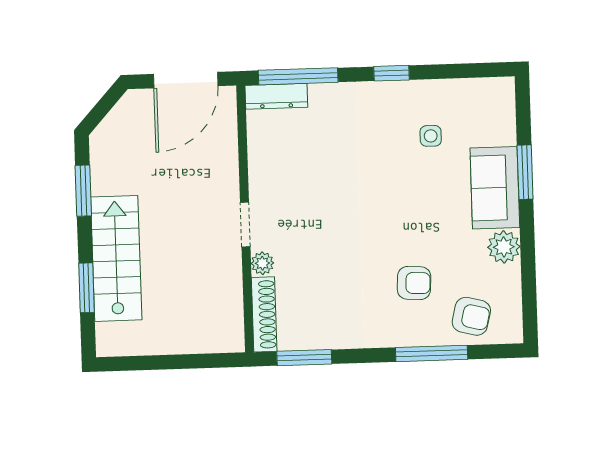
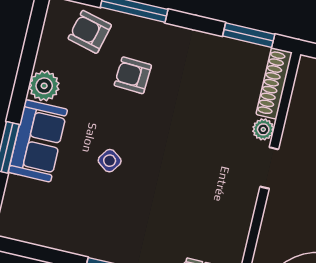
side table: (431, 136) -> (110, 161), moved, turned 35

